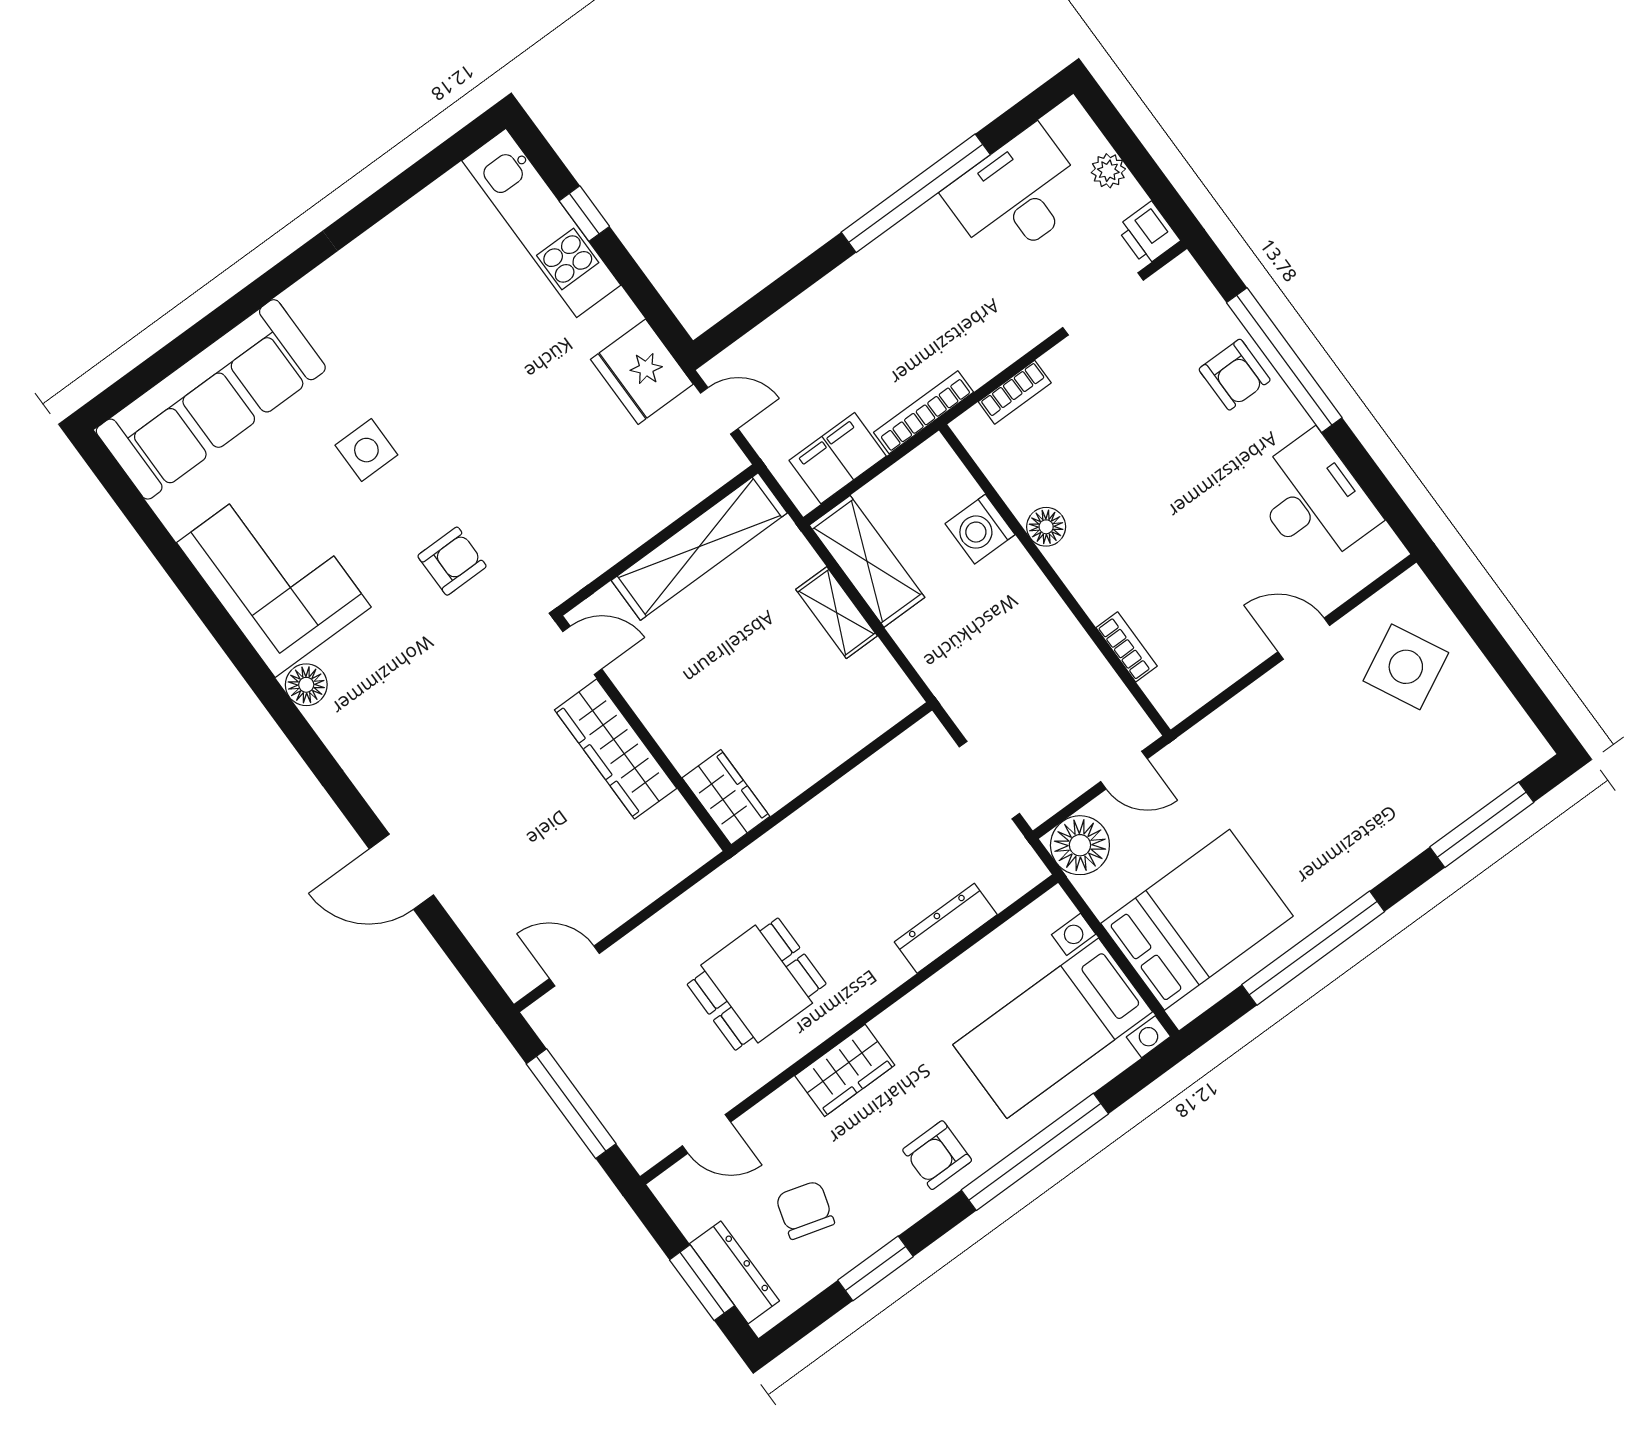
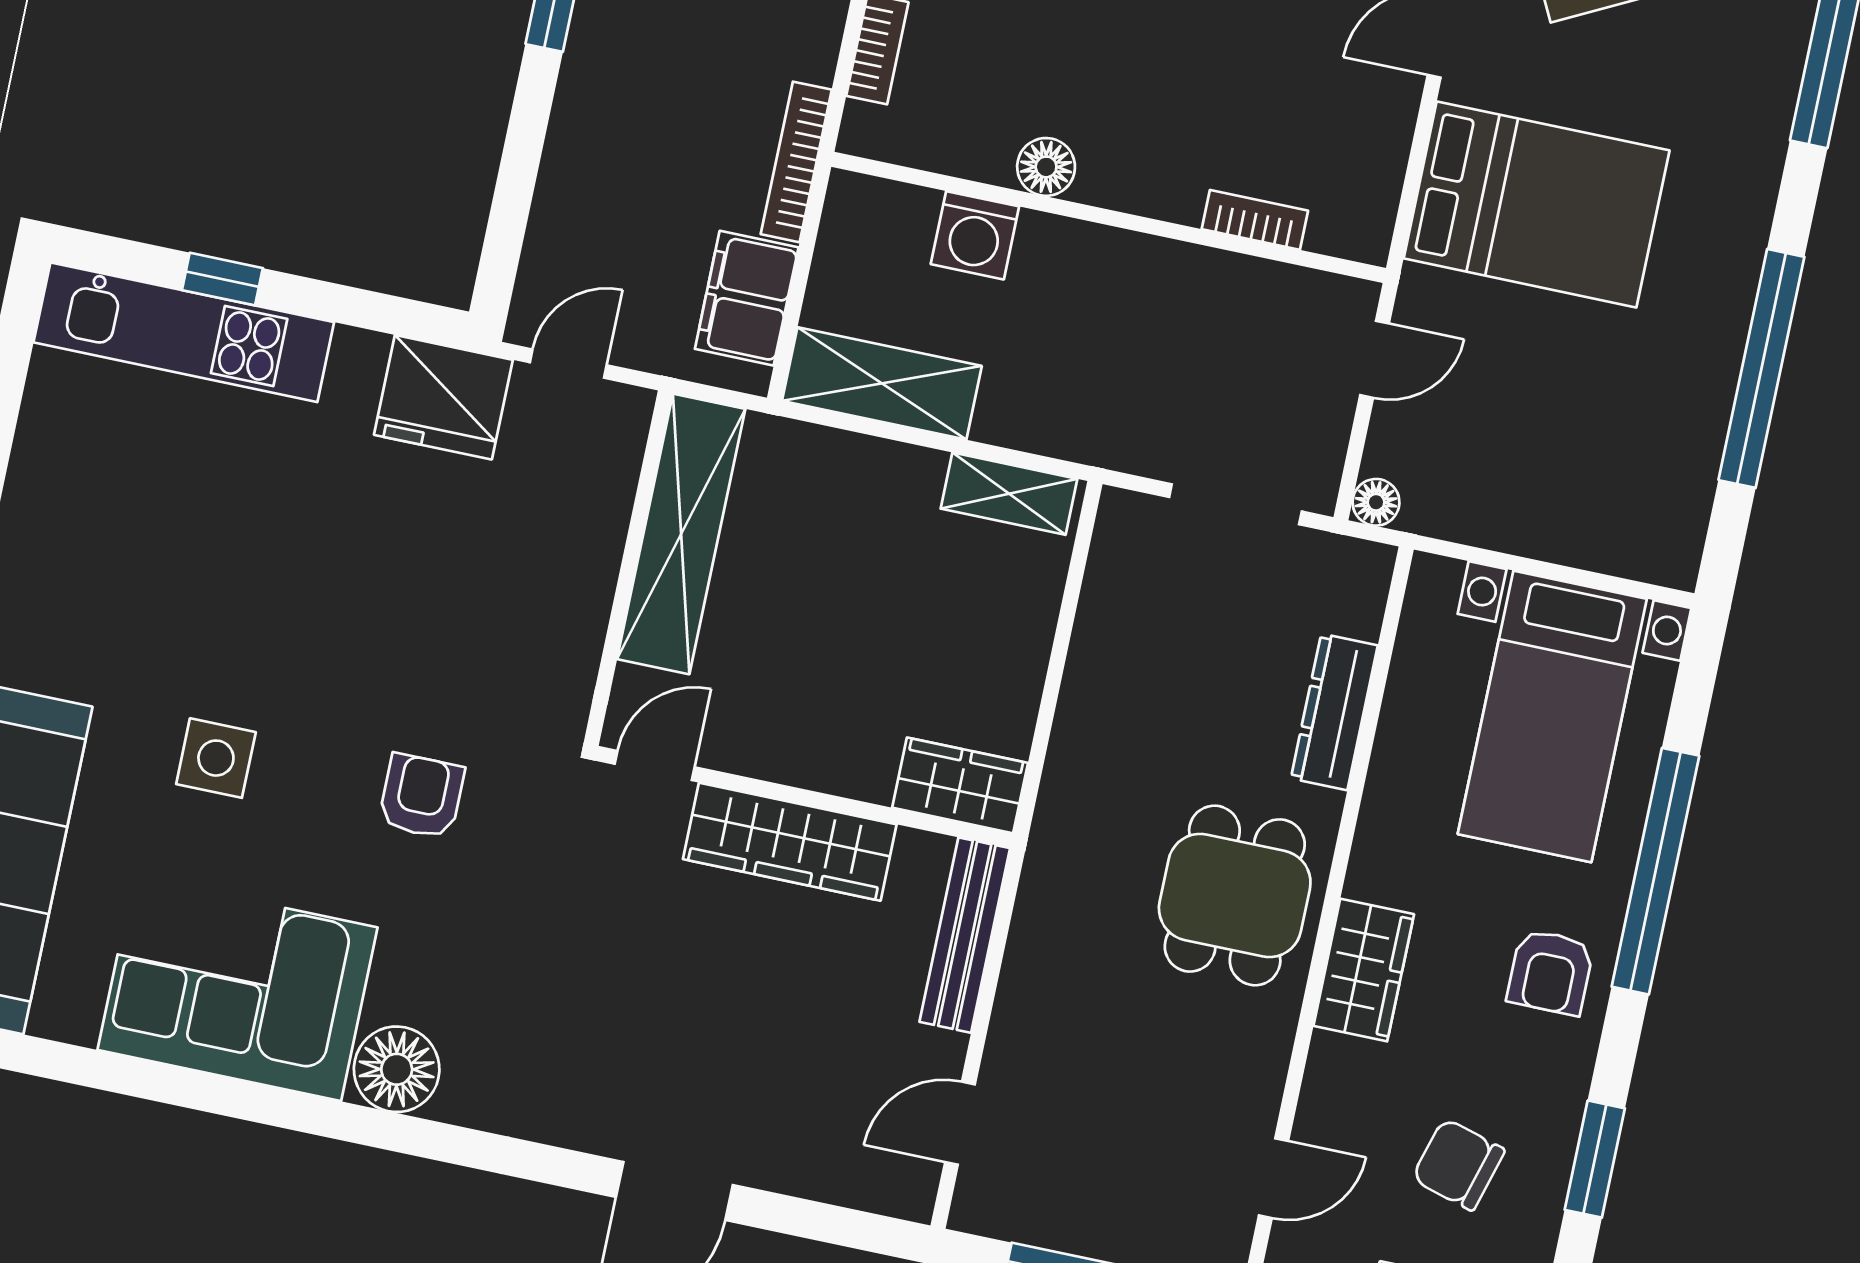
shelving: (837, 613) -> (1009, 494), moved
floor lamp: (306, 685) -> (397, 1069), width x1.38, depth x1.38
floor lamp: (1080, 845) -> (1376, 502), width x0.53, depth x0.53
bench: (661, 874) -> (965, 935), added
bed: (1197, 920) -> (1537, 204), moved, turned 90
dining table: (757, 984) -> (1235, 895), moved

